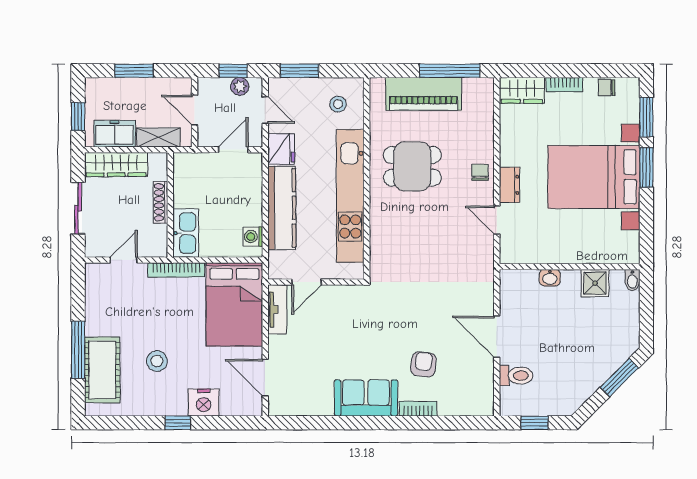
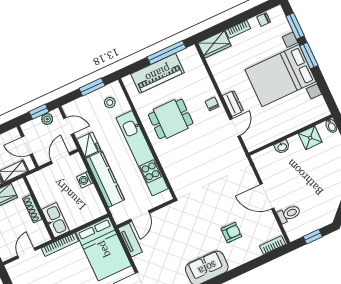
window: (299, 71) -> (92, 87), moved
door: (497, 220) -> (235, 127), swing flipped
washing machine: (253, 237) -> (85, 180), moved
armchair: (423, 364) -> (231, 233), turned 83
bookcase: (418, 409) -> (273, 245), moved

